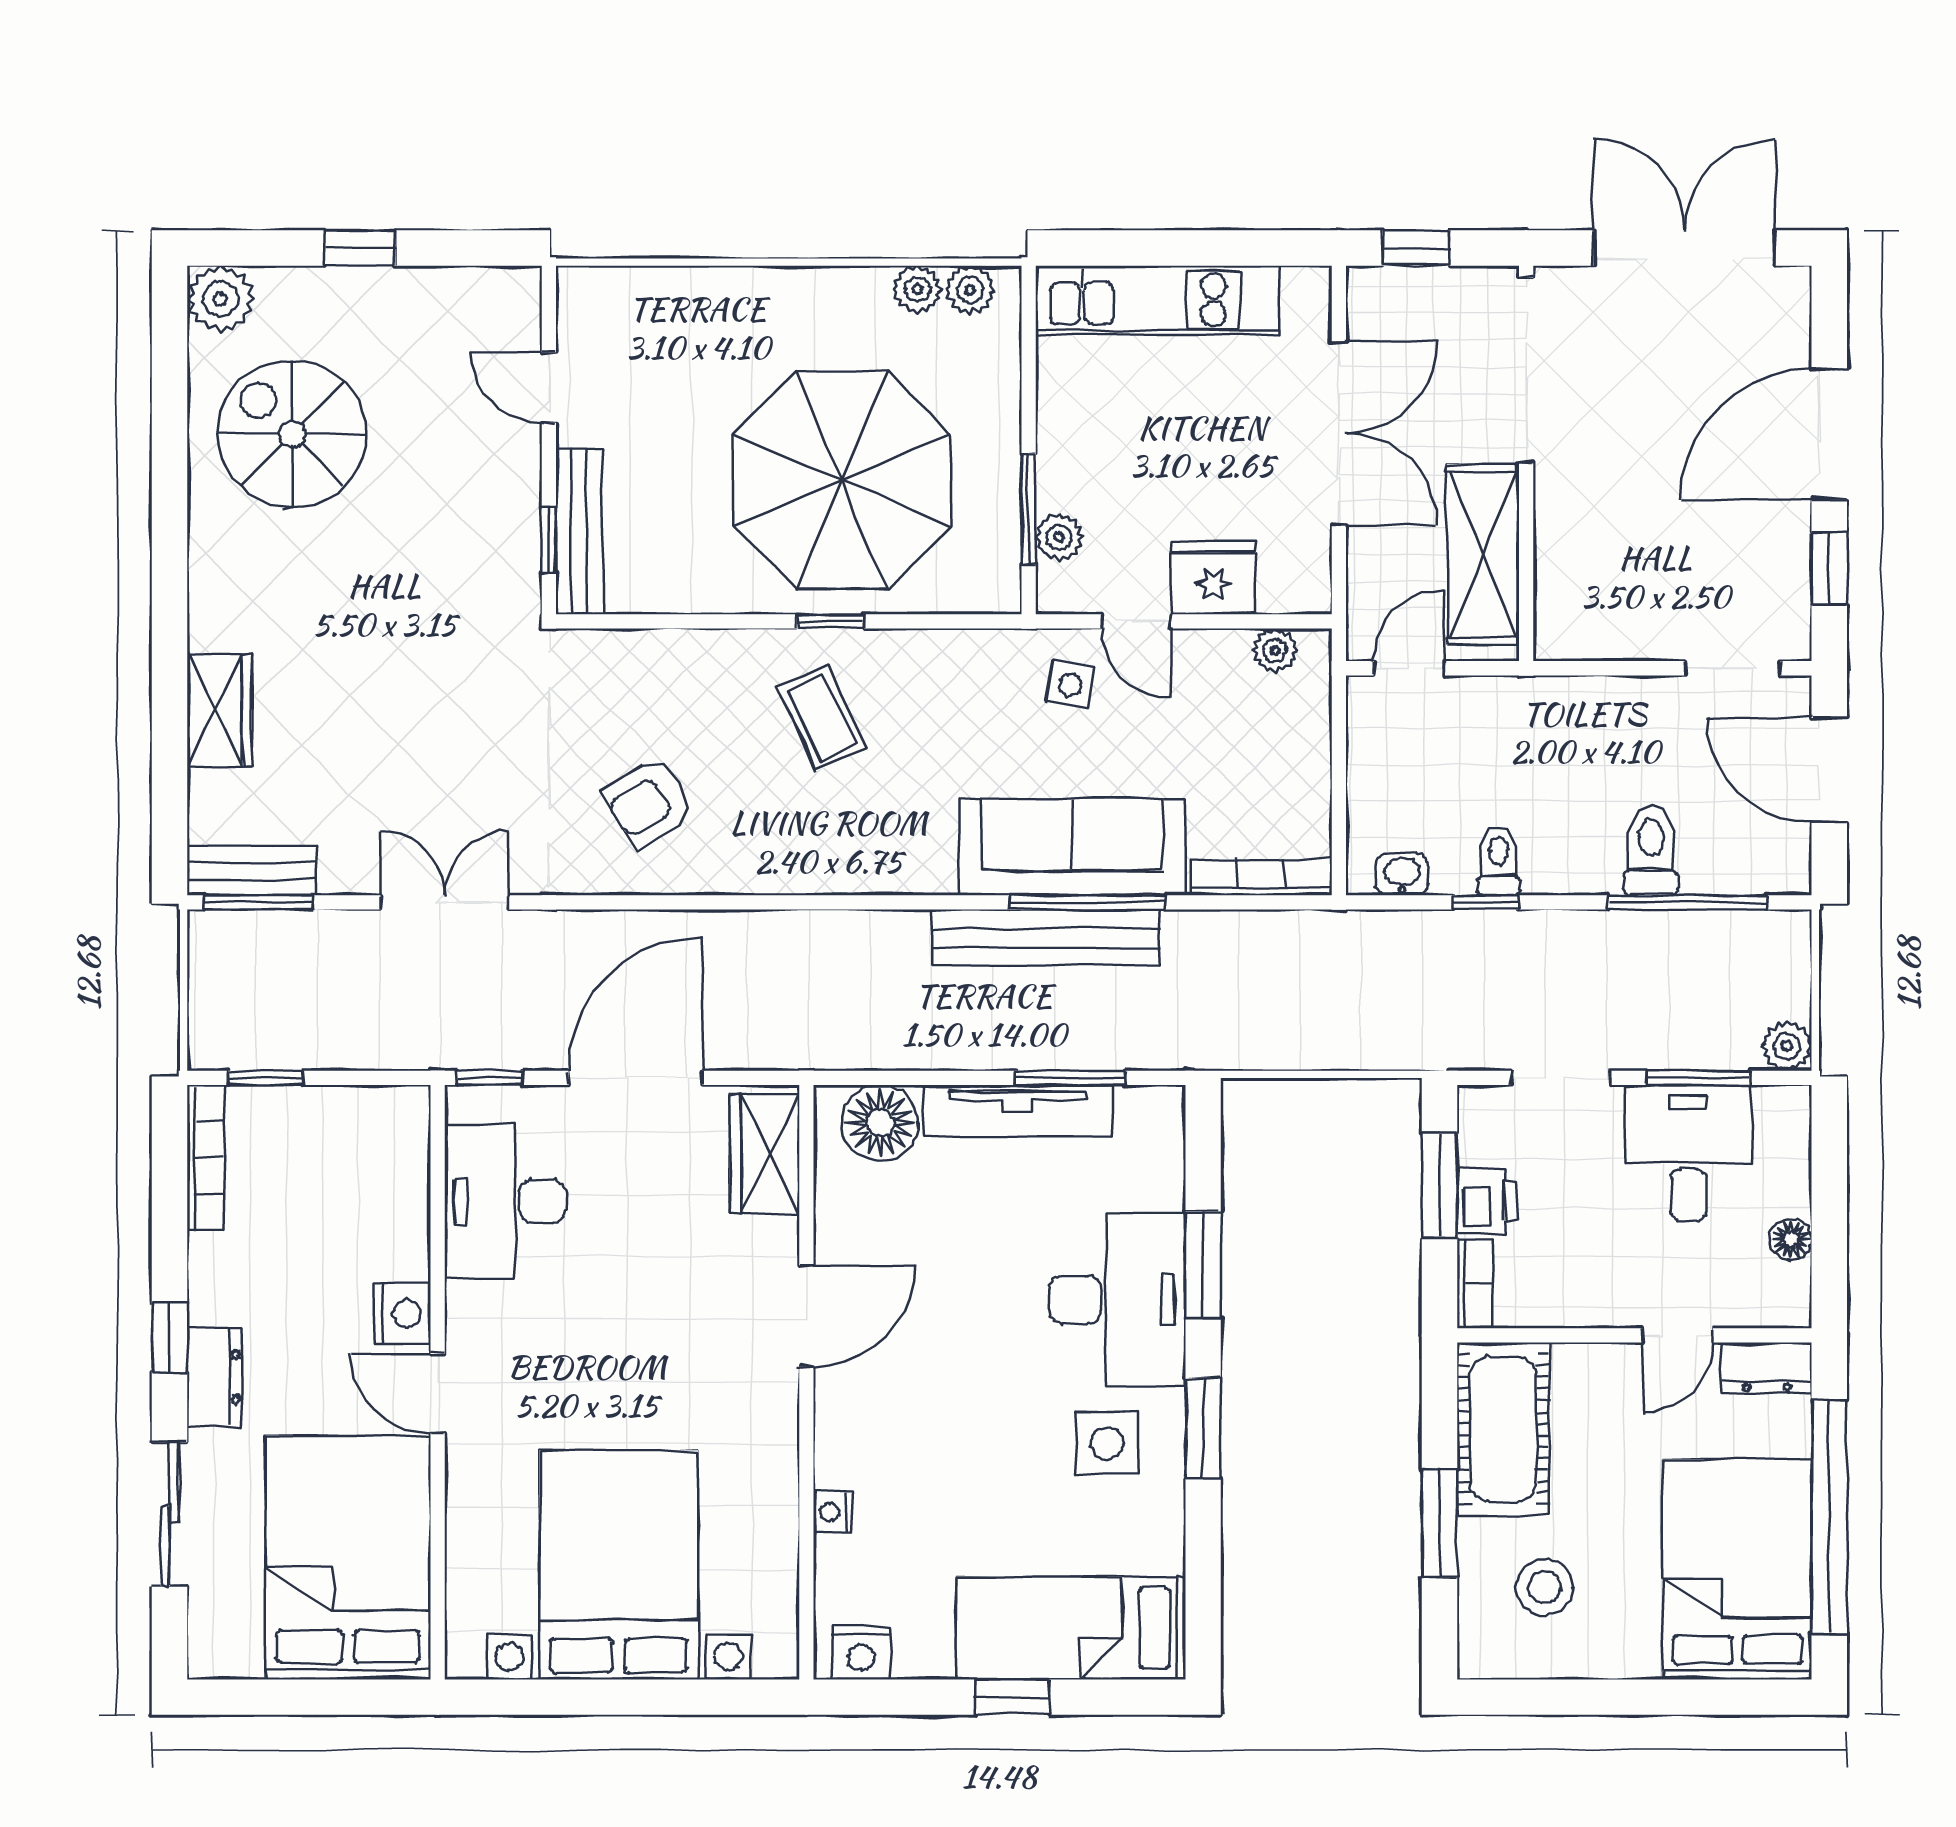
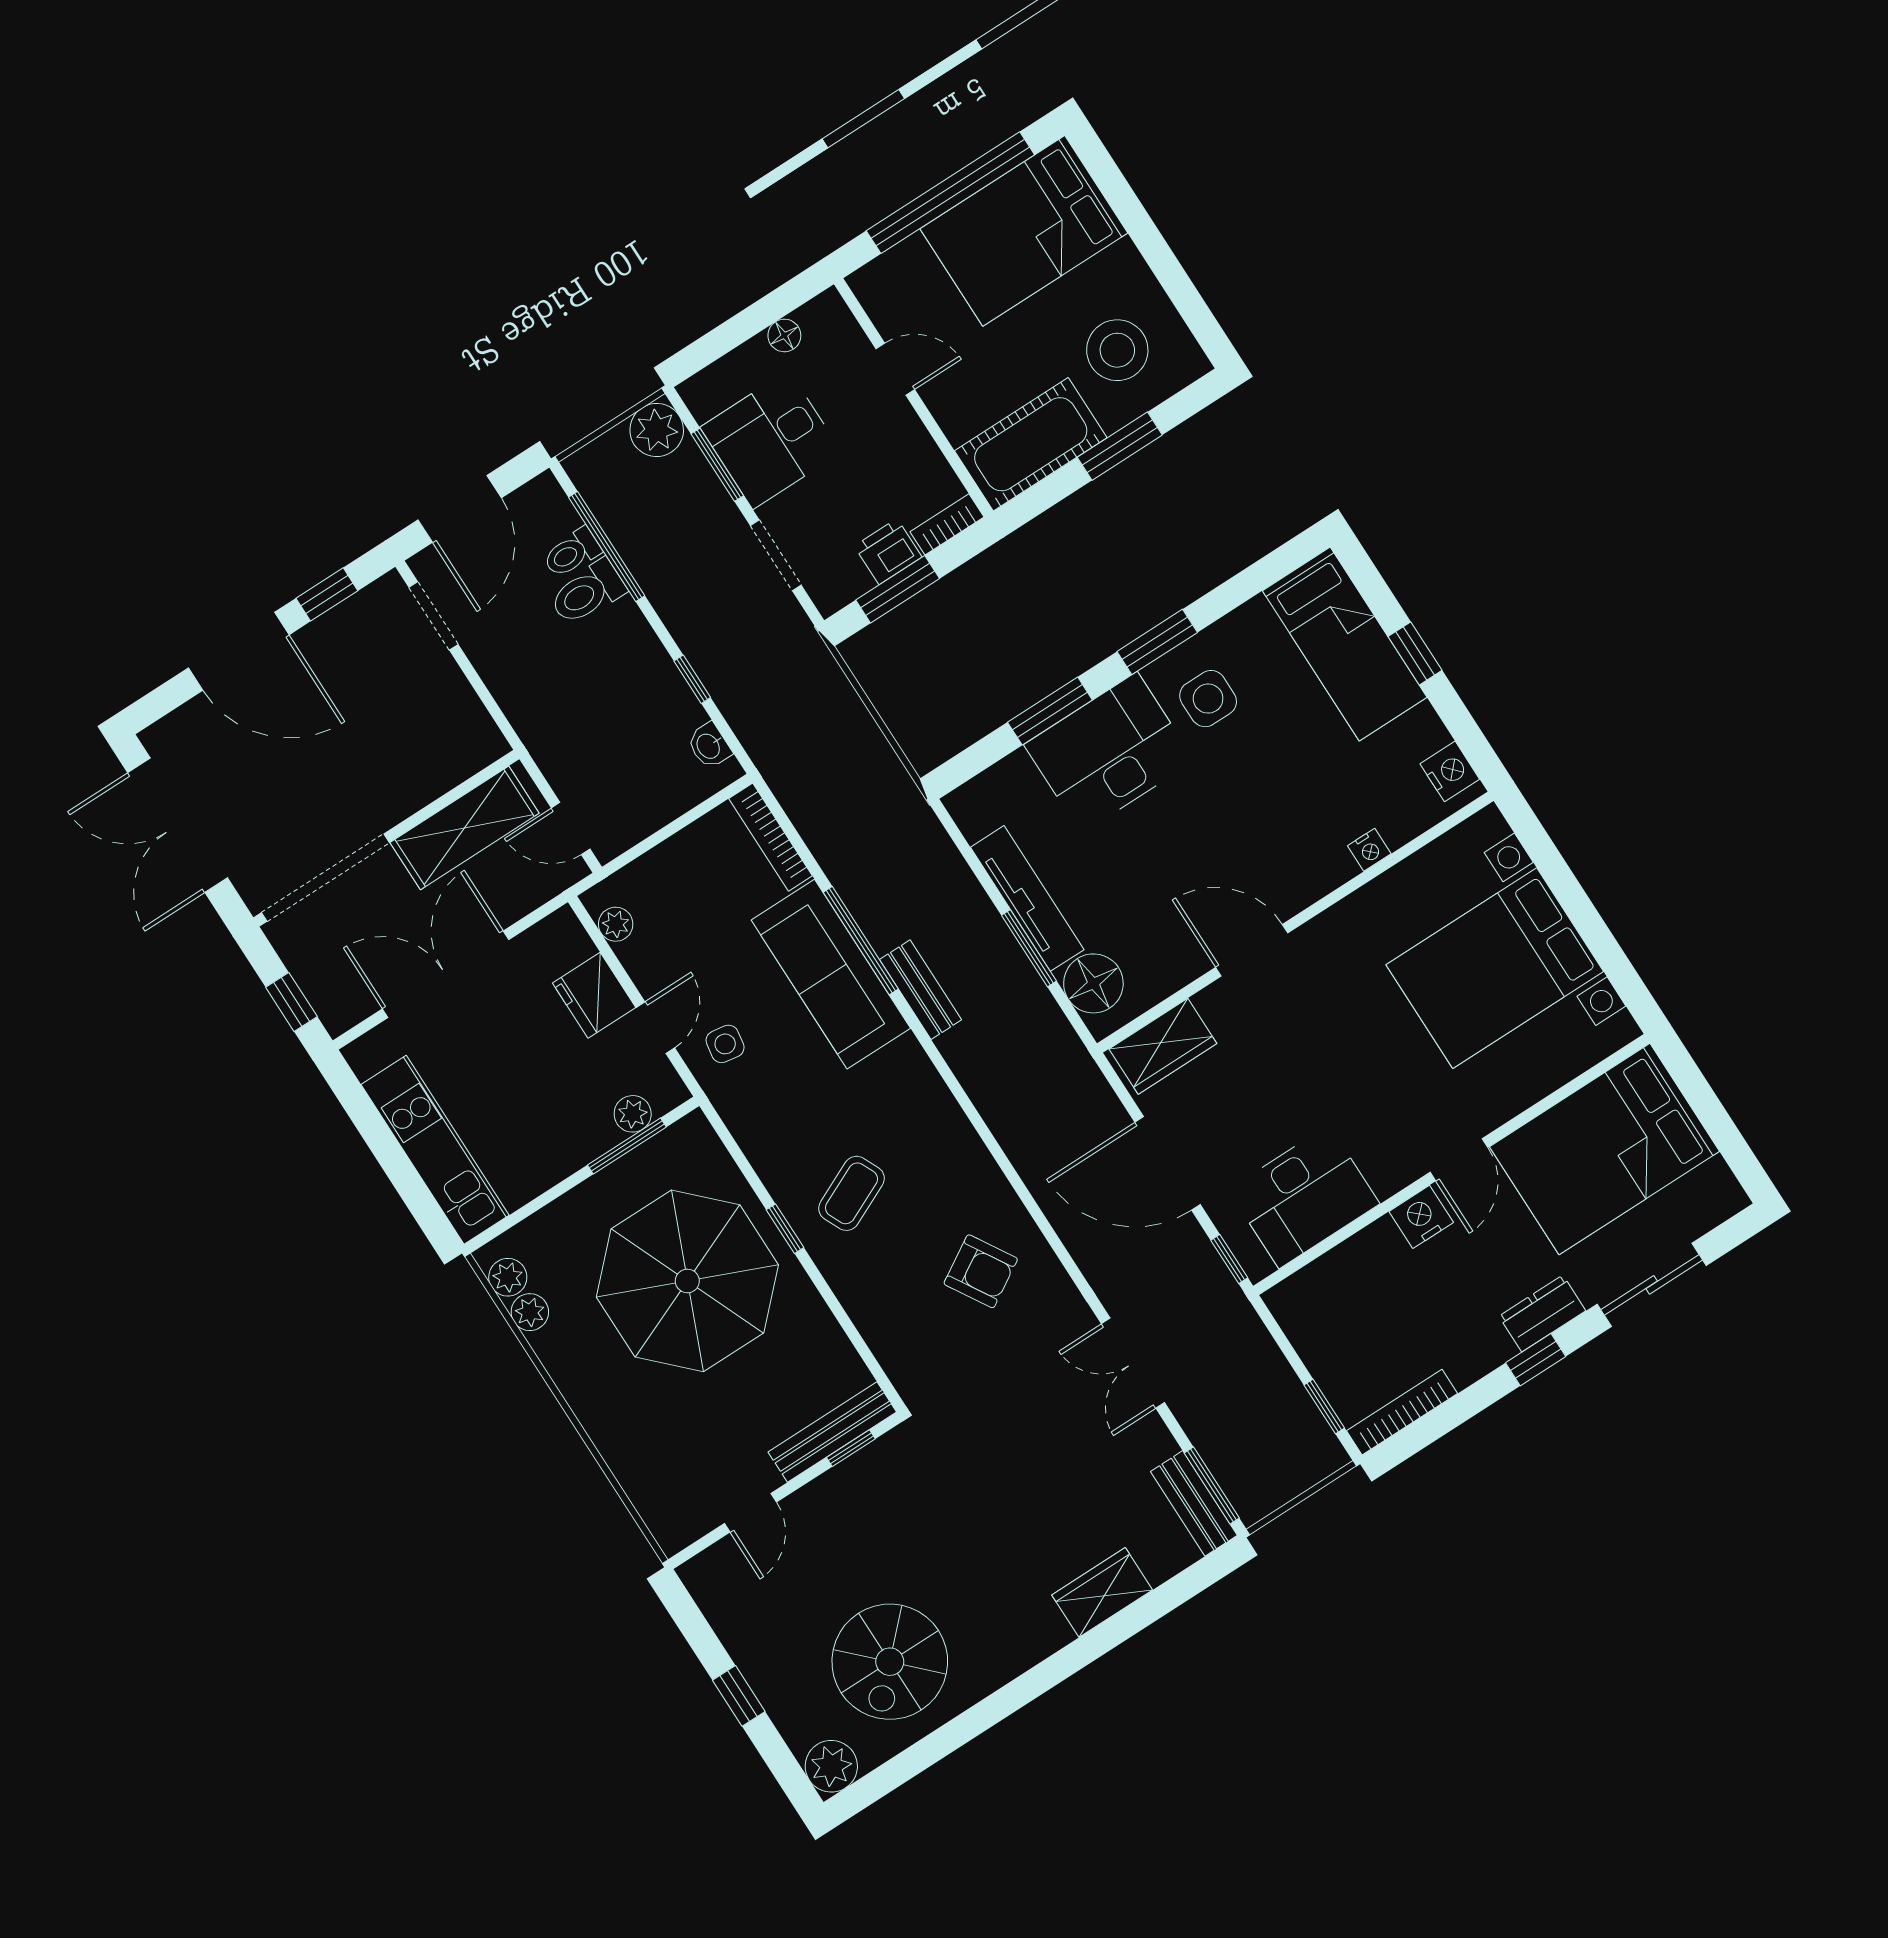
toilet: (1499, 861) -> (572, 553), moved
bench: (1046, 938) -> (921, 990), width x0.54, depth x0.82
plant: (1787, 1046) -> (657, 430), width x1.38, depth x1.38
window: (1070, 1078) -> (1029, 948), moved
dresser: (1767, 1368) -> (879, 297), removed
stool: (1544, 1587) -> (1117, 350), width x1.38, depth x1.38

